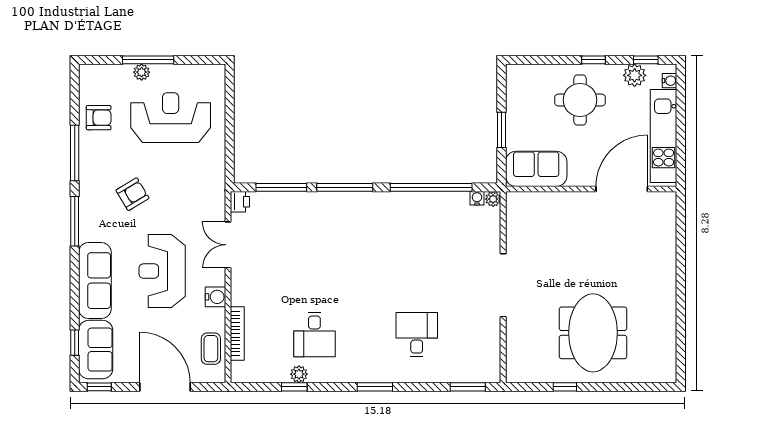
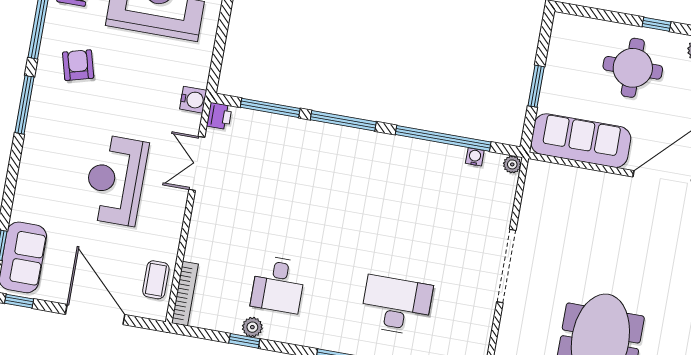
sofa: (536, 169) -> (581, 141), width x1.36
armchair: (132, 194) -> (78, 65), moved, turned -74
water cooler: (477, 198) -> (475, 157), moved
sofa: (95, 281) -> (36, 177), removed
water cooler: (216, 297) -> (193, 100), moved
bookcase: (237, 333) -> (185, 294), moved
desk: (417, 335) -> (396, 305), width x1.37

